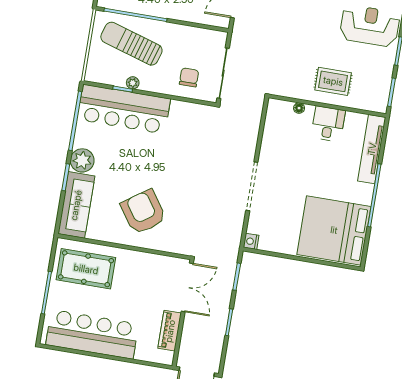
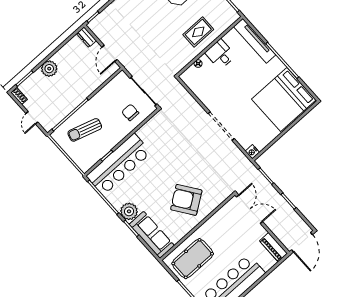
sun lounger: (131, 44) -> (85, 130), width x0.73, depth x0.75
plant: (133, 83) -> (108, 147), removed
piano: (170, 331) -> (273, 247), moved

